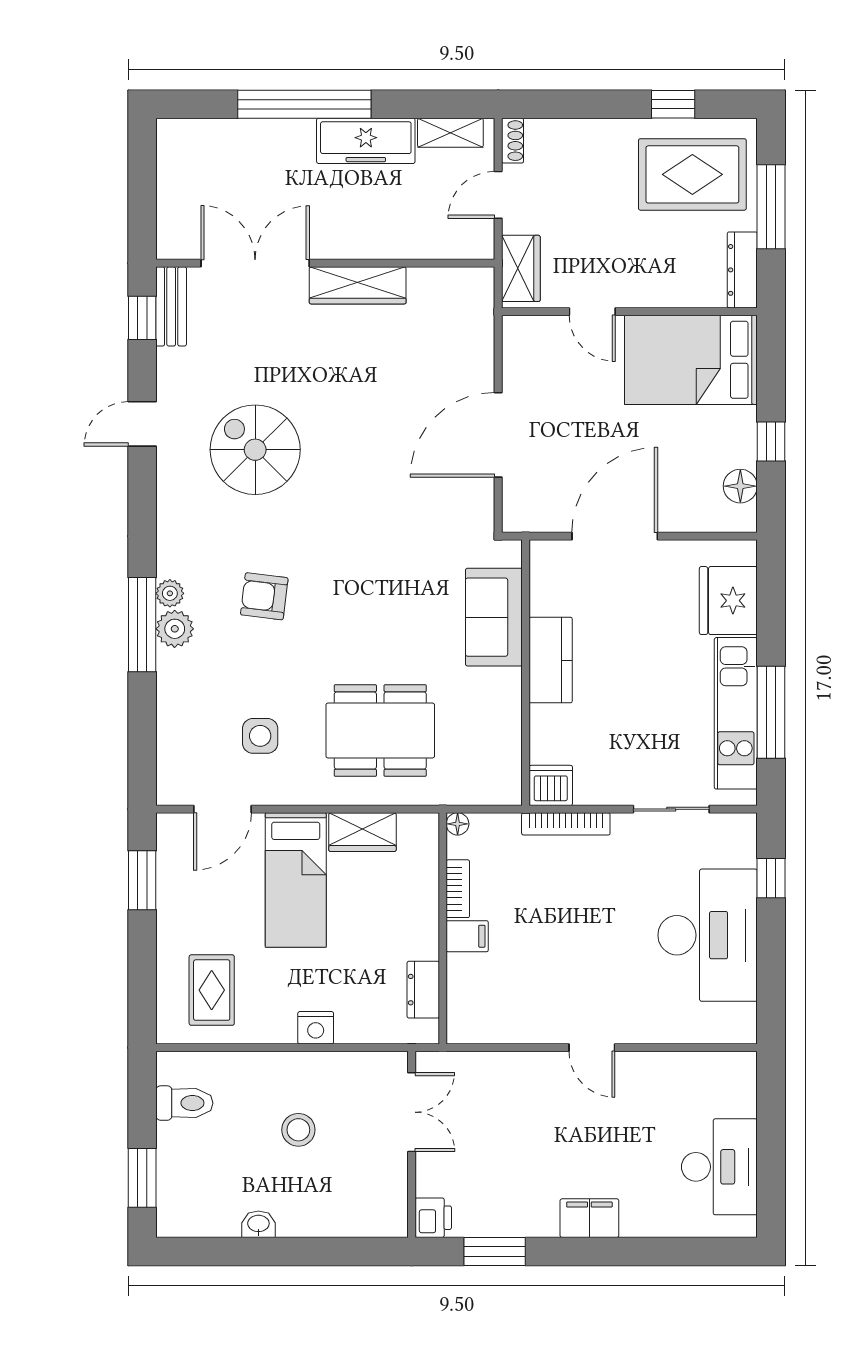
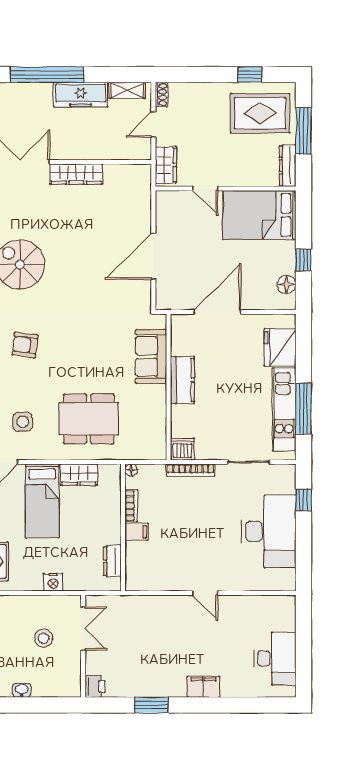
double door: (412, 1112) -> (83, 628), moved
wall: (412, 1144) -> (83, 646), moved
printer: (433, 1218) -> (95, 687), moved

